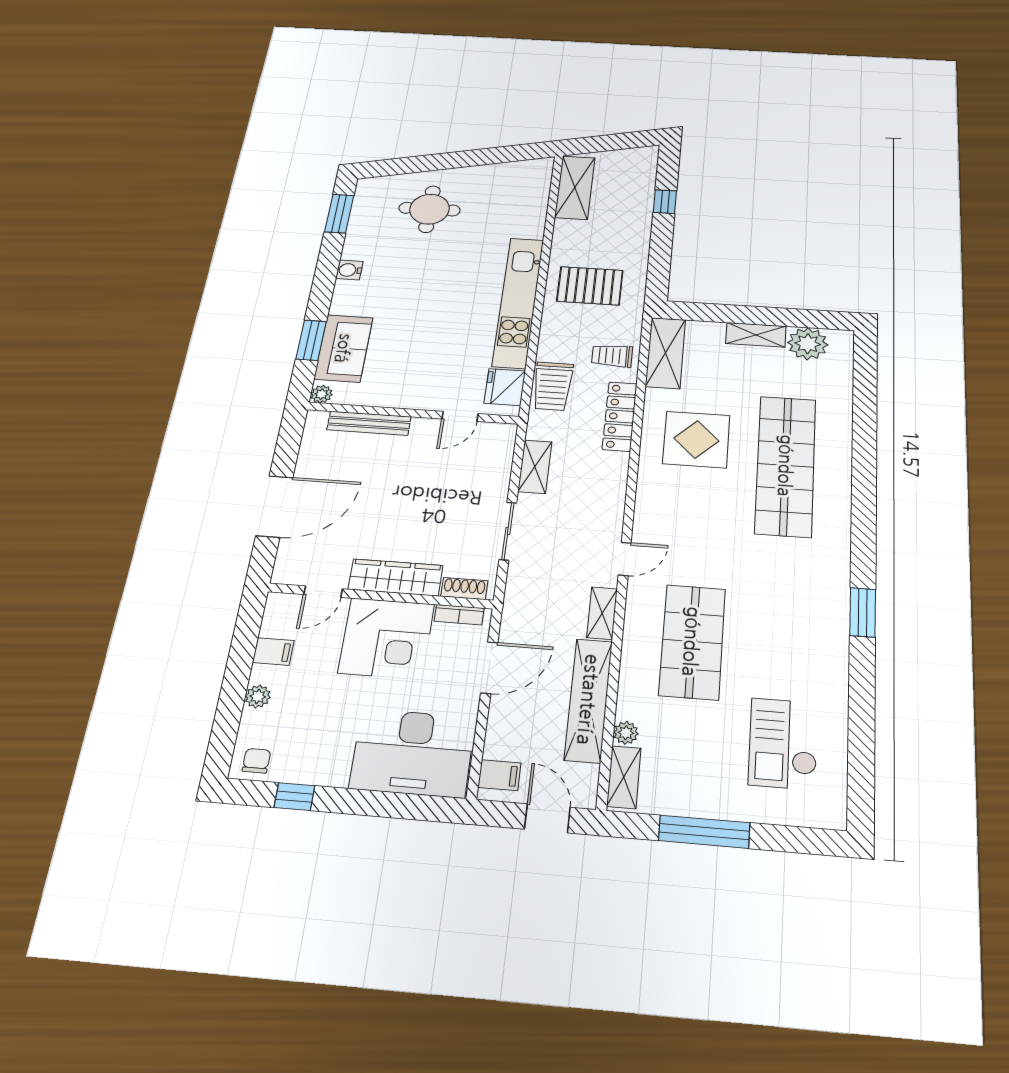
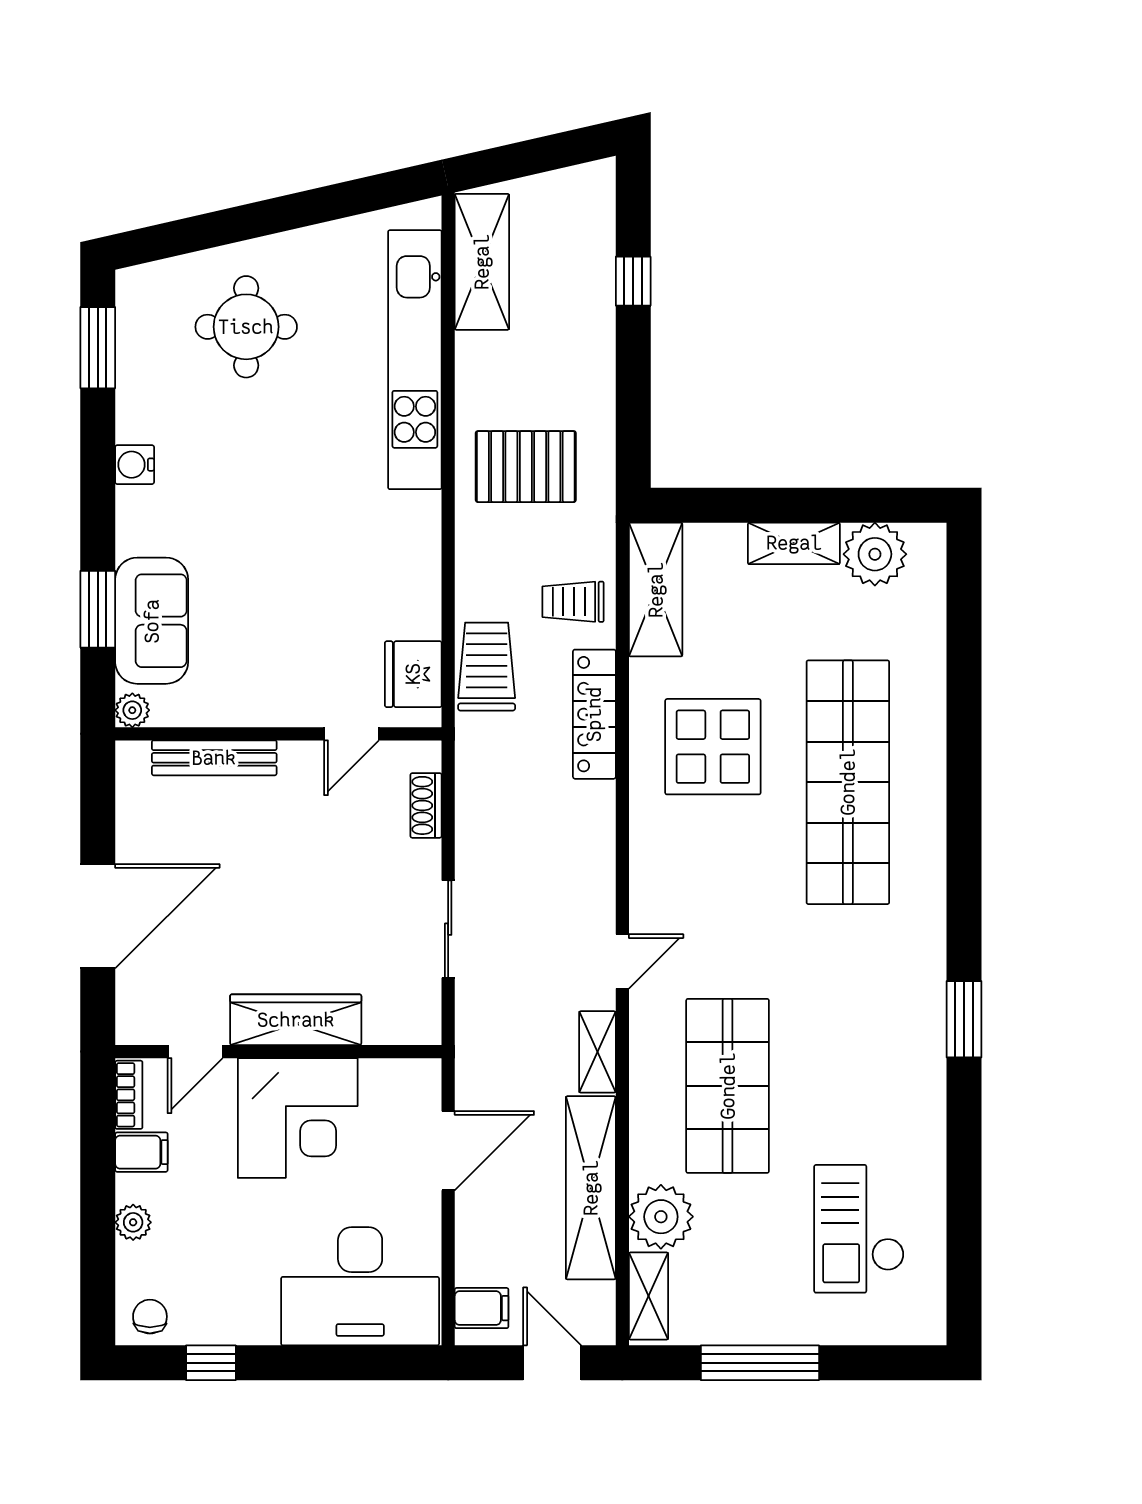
kitchen unit: (518, 302) -> (415, 360), moved
trolley: (553, 386) -> (487, 667), turned 180
shelving: (535, 467) -> (475, 815), removed
shoe rack: (464, 589) -> (426, 805), moved, turned -90
bookcase: (459, 615) -> (129, 1095), moved, turned -90
plant: (626, 733) -> (661, 1217), width x1.87, depth x1.87

